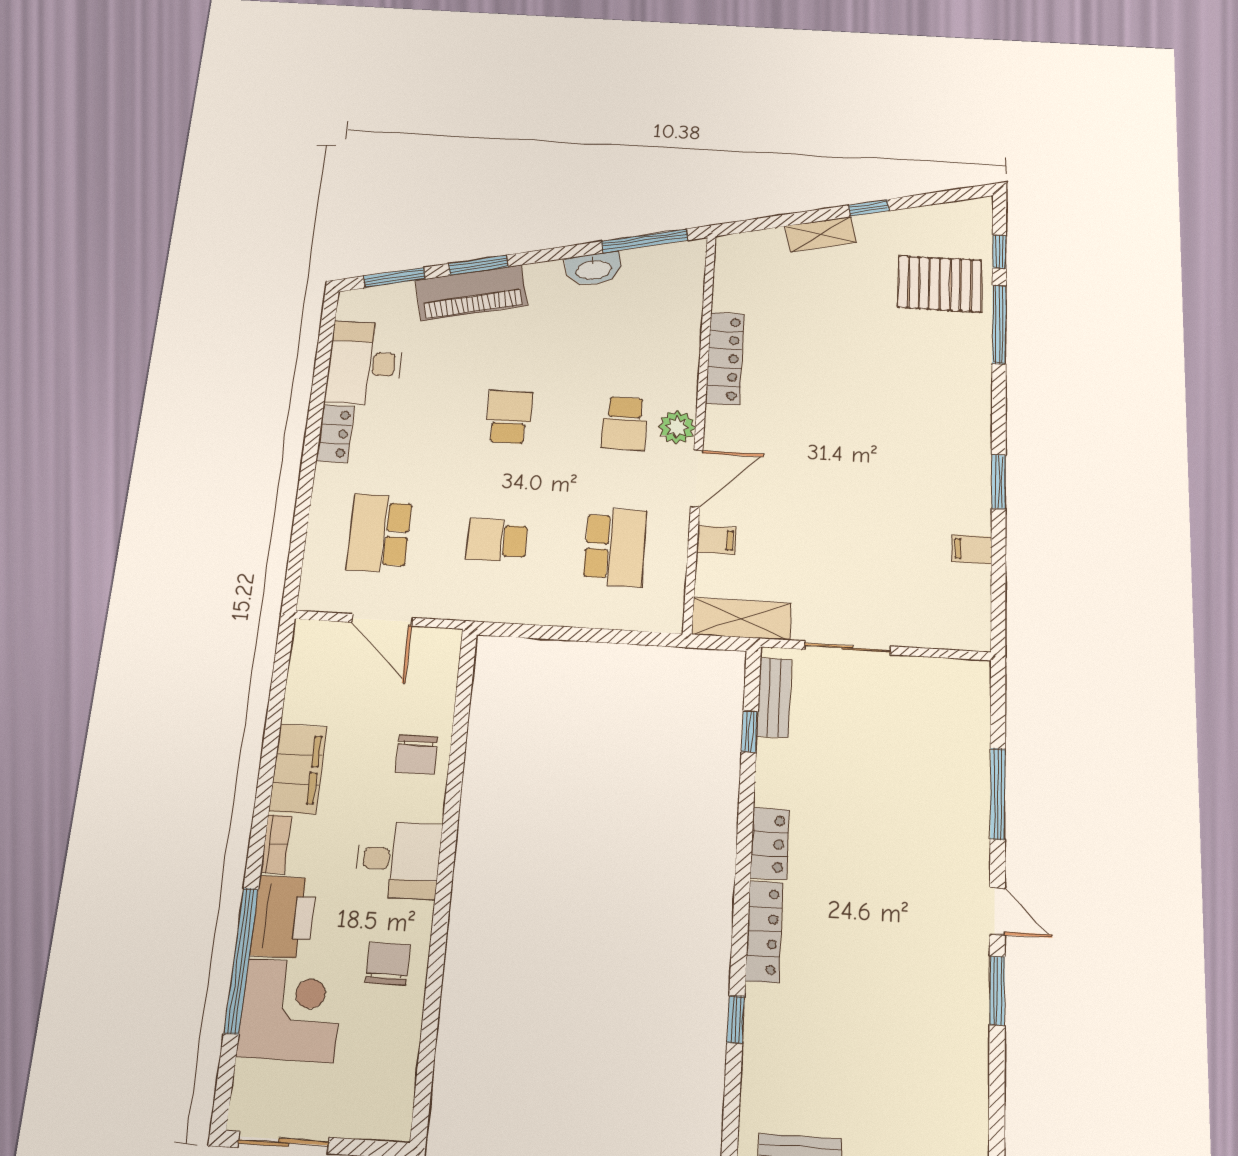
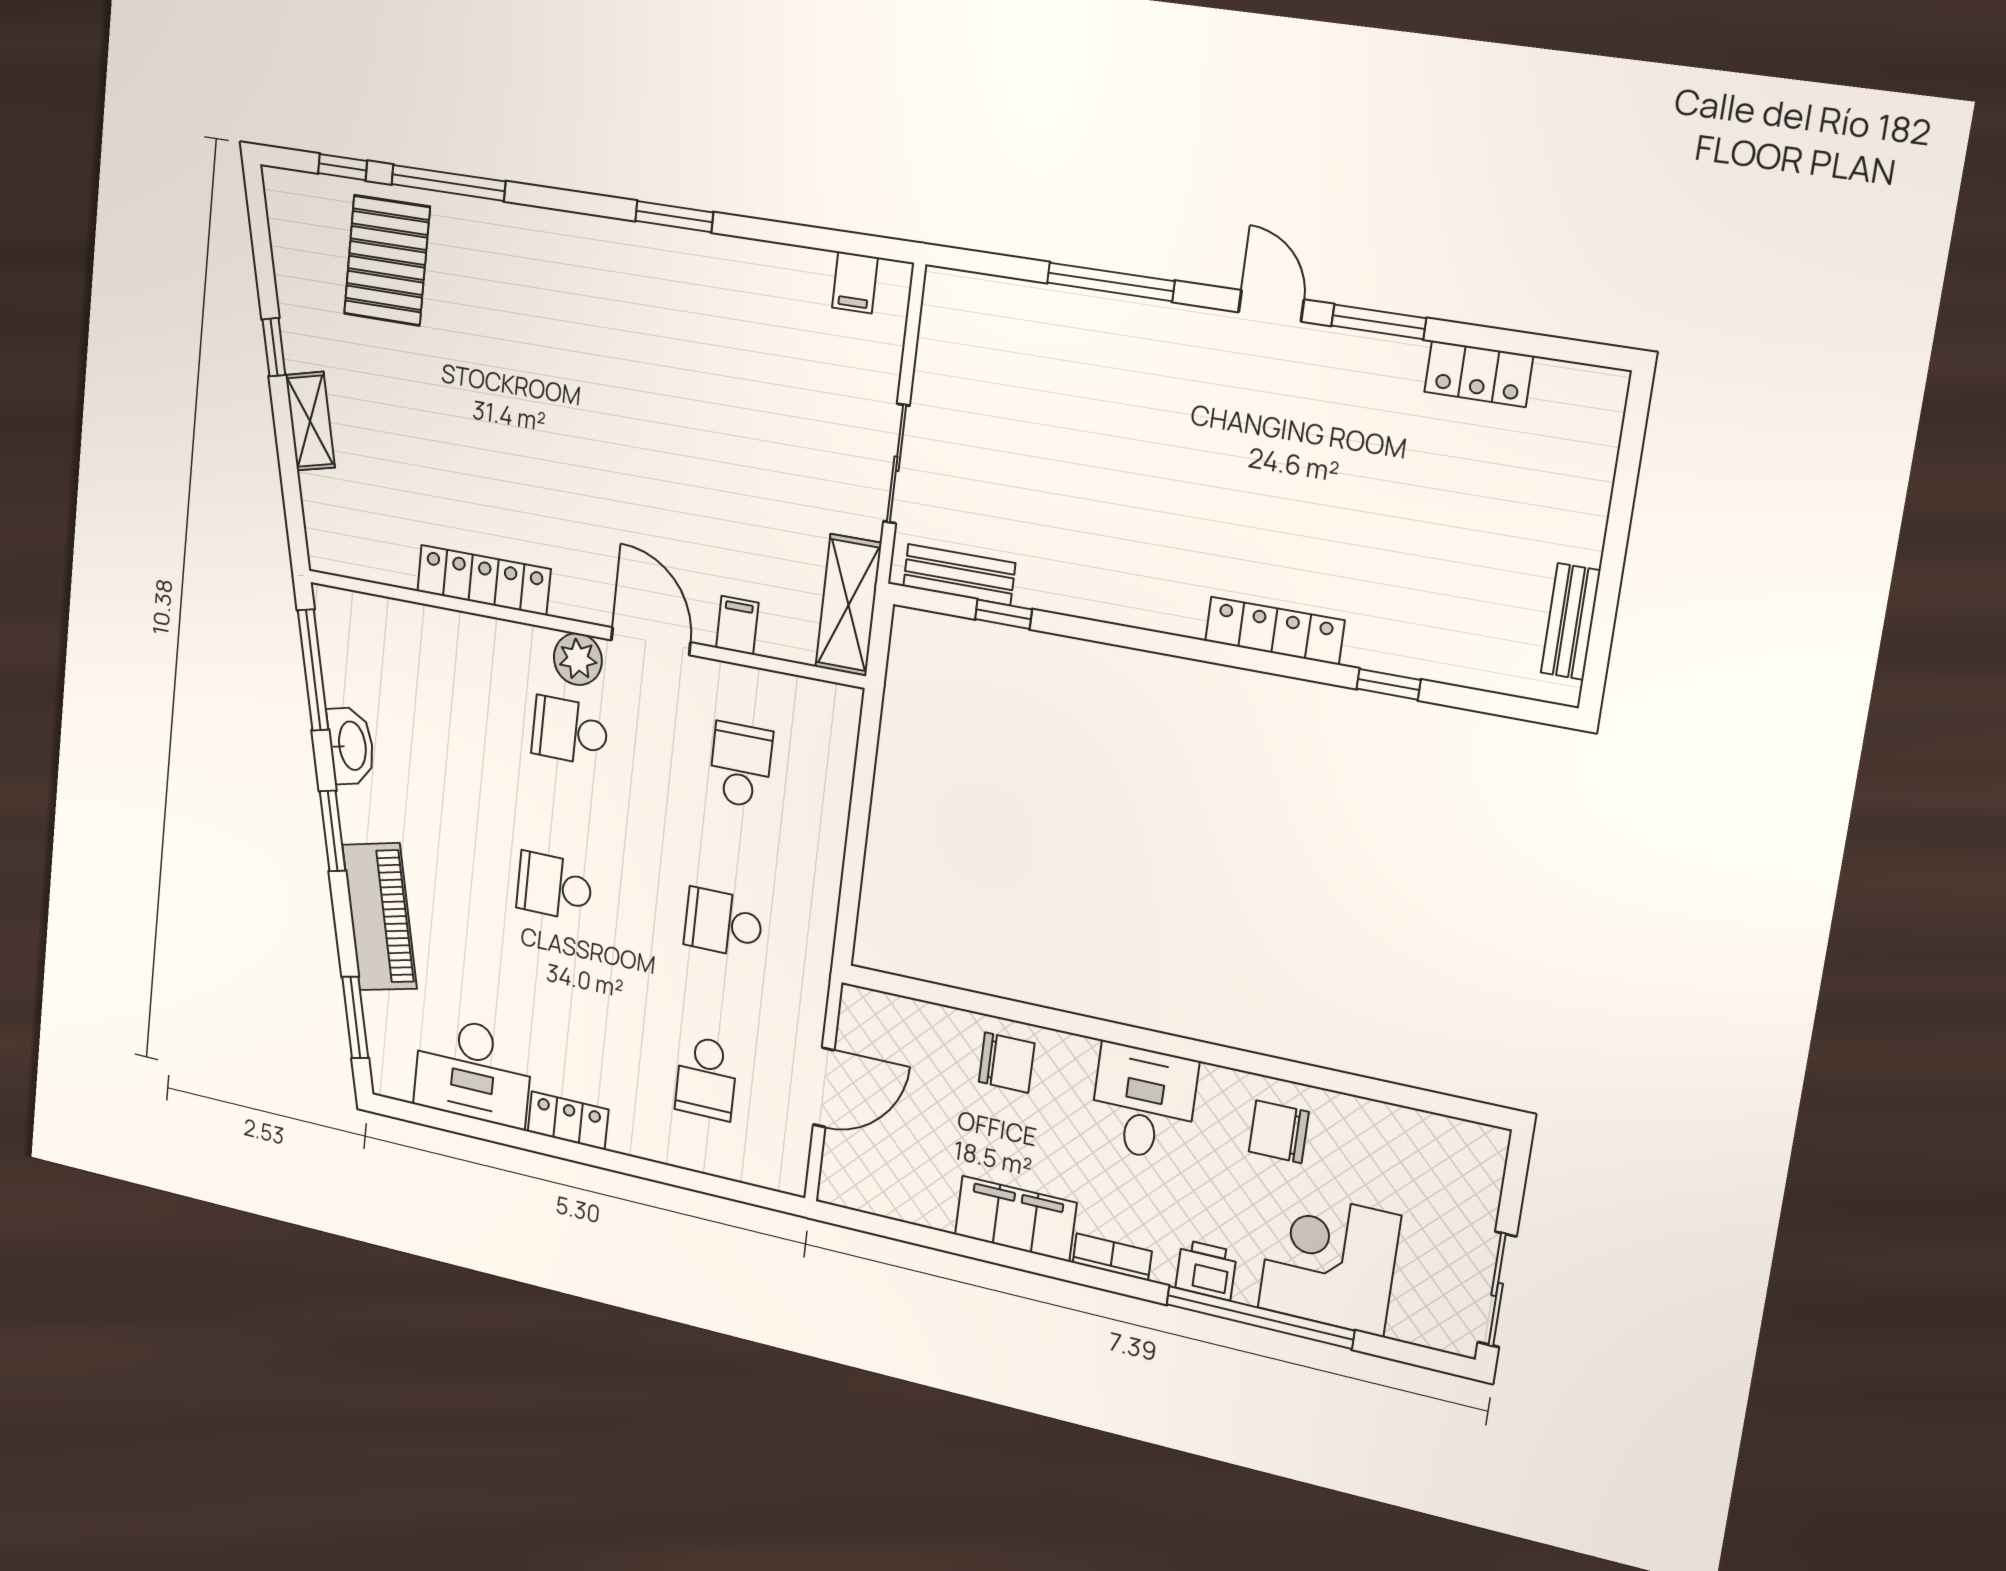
window: (478, 265) -> (333, 831), moved
school desk: (624, 424) -> (570, 731), turned 180
school desk: (379, 533) -> (706, 1078), width x0.54
school desk: (497, 540) -> (723, 923), turned 90
school desk: (615, 547) -> (741, 765), width x0.54
filing cabinet: (972, 549) -> (855, 282), moved
locker: (770, 844) -> (1479, 374), moved, turned 180
door: (997, 911) -> (1271, 306), hinge flipped
printer: (283, 917) -> (1206, 1270), width x0.53, depth x0.68

